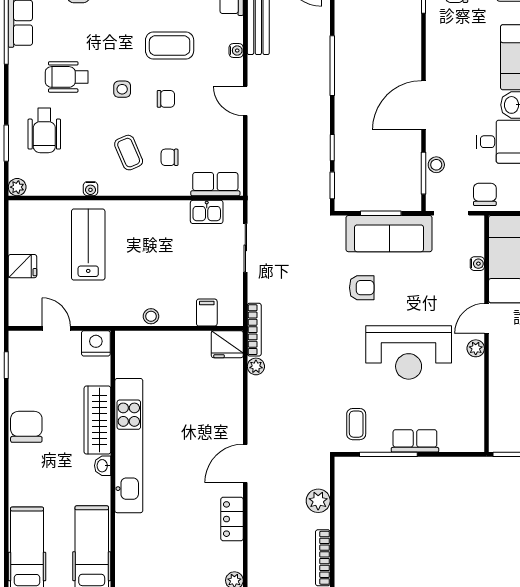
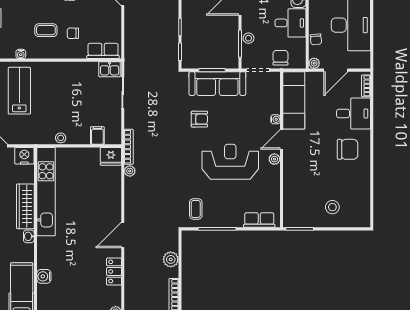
coffee table: (129, 153) -> (46, 30), turned -67
kitchen sink: (207, 212) -> (110, 69), moved
water cooler: (477, 264) -> (276, 119), moved
reception desk: (409, 352) -> (230, 162), turned 180
row of seats: (415, 441) -> (259, 220), moved
kitchen unit: (129, 446) -> (46, 192), moved
water cooler: (126, 527) -> (44, 276), added

